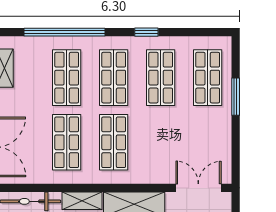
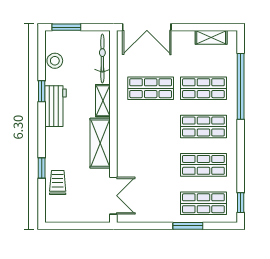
window: (146, 32) -> (241, 203), moved
shop shelf: (114, 142) -> (151, 127), removed

